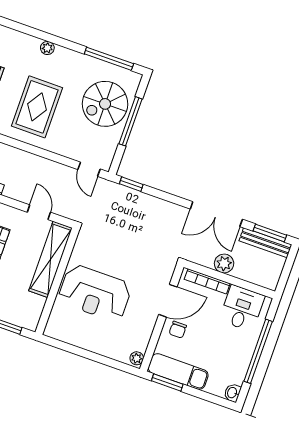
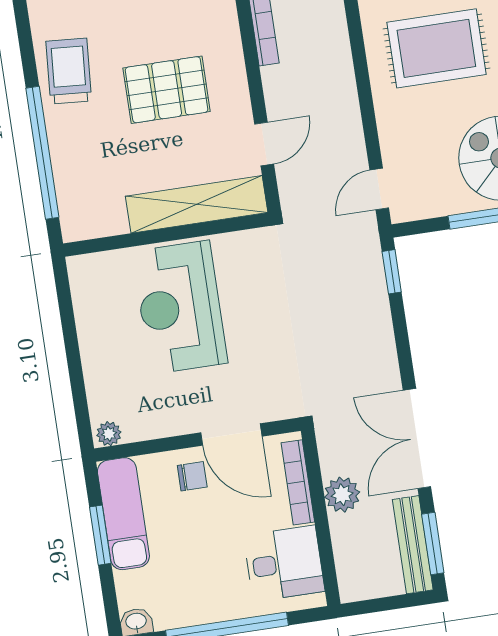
chair: (178, 330) -> (192, 476), turned 180
window: (167, 383) -> (100, 535), moved

